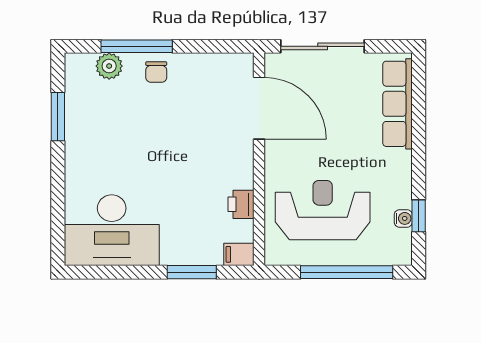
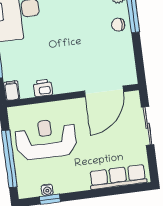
sliding door: (323, 46) -> (148, 126), width x0.73
reception desk: (323, 210) -> (46, 139), turned -90

